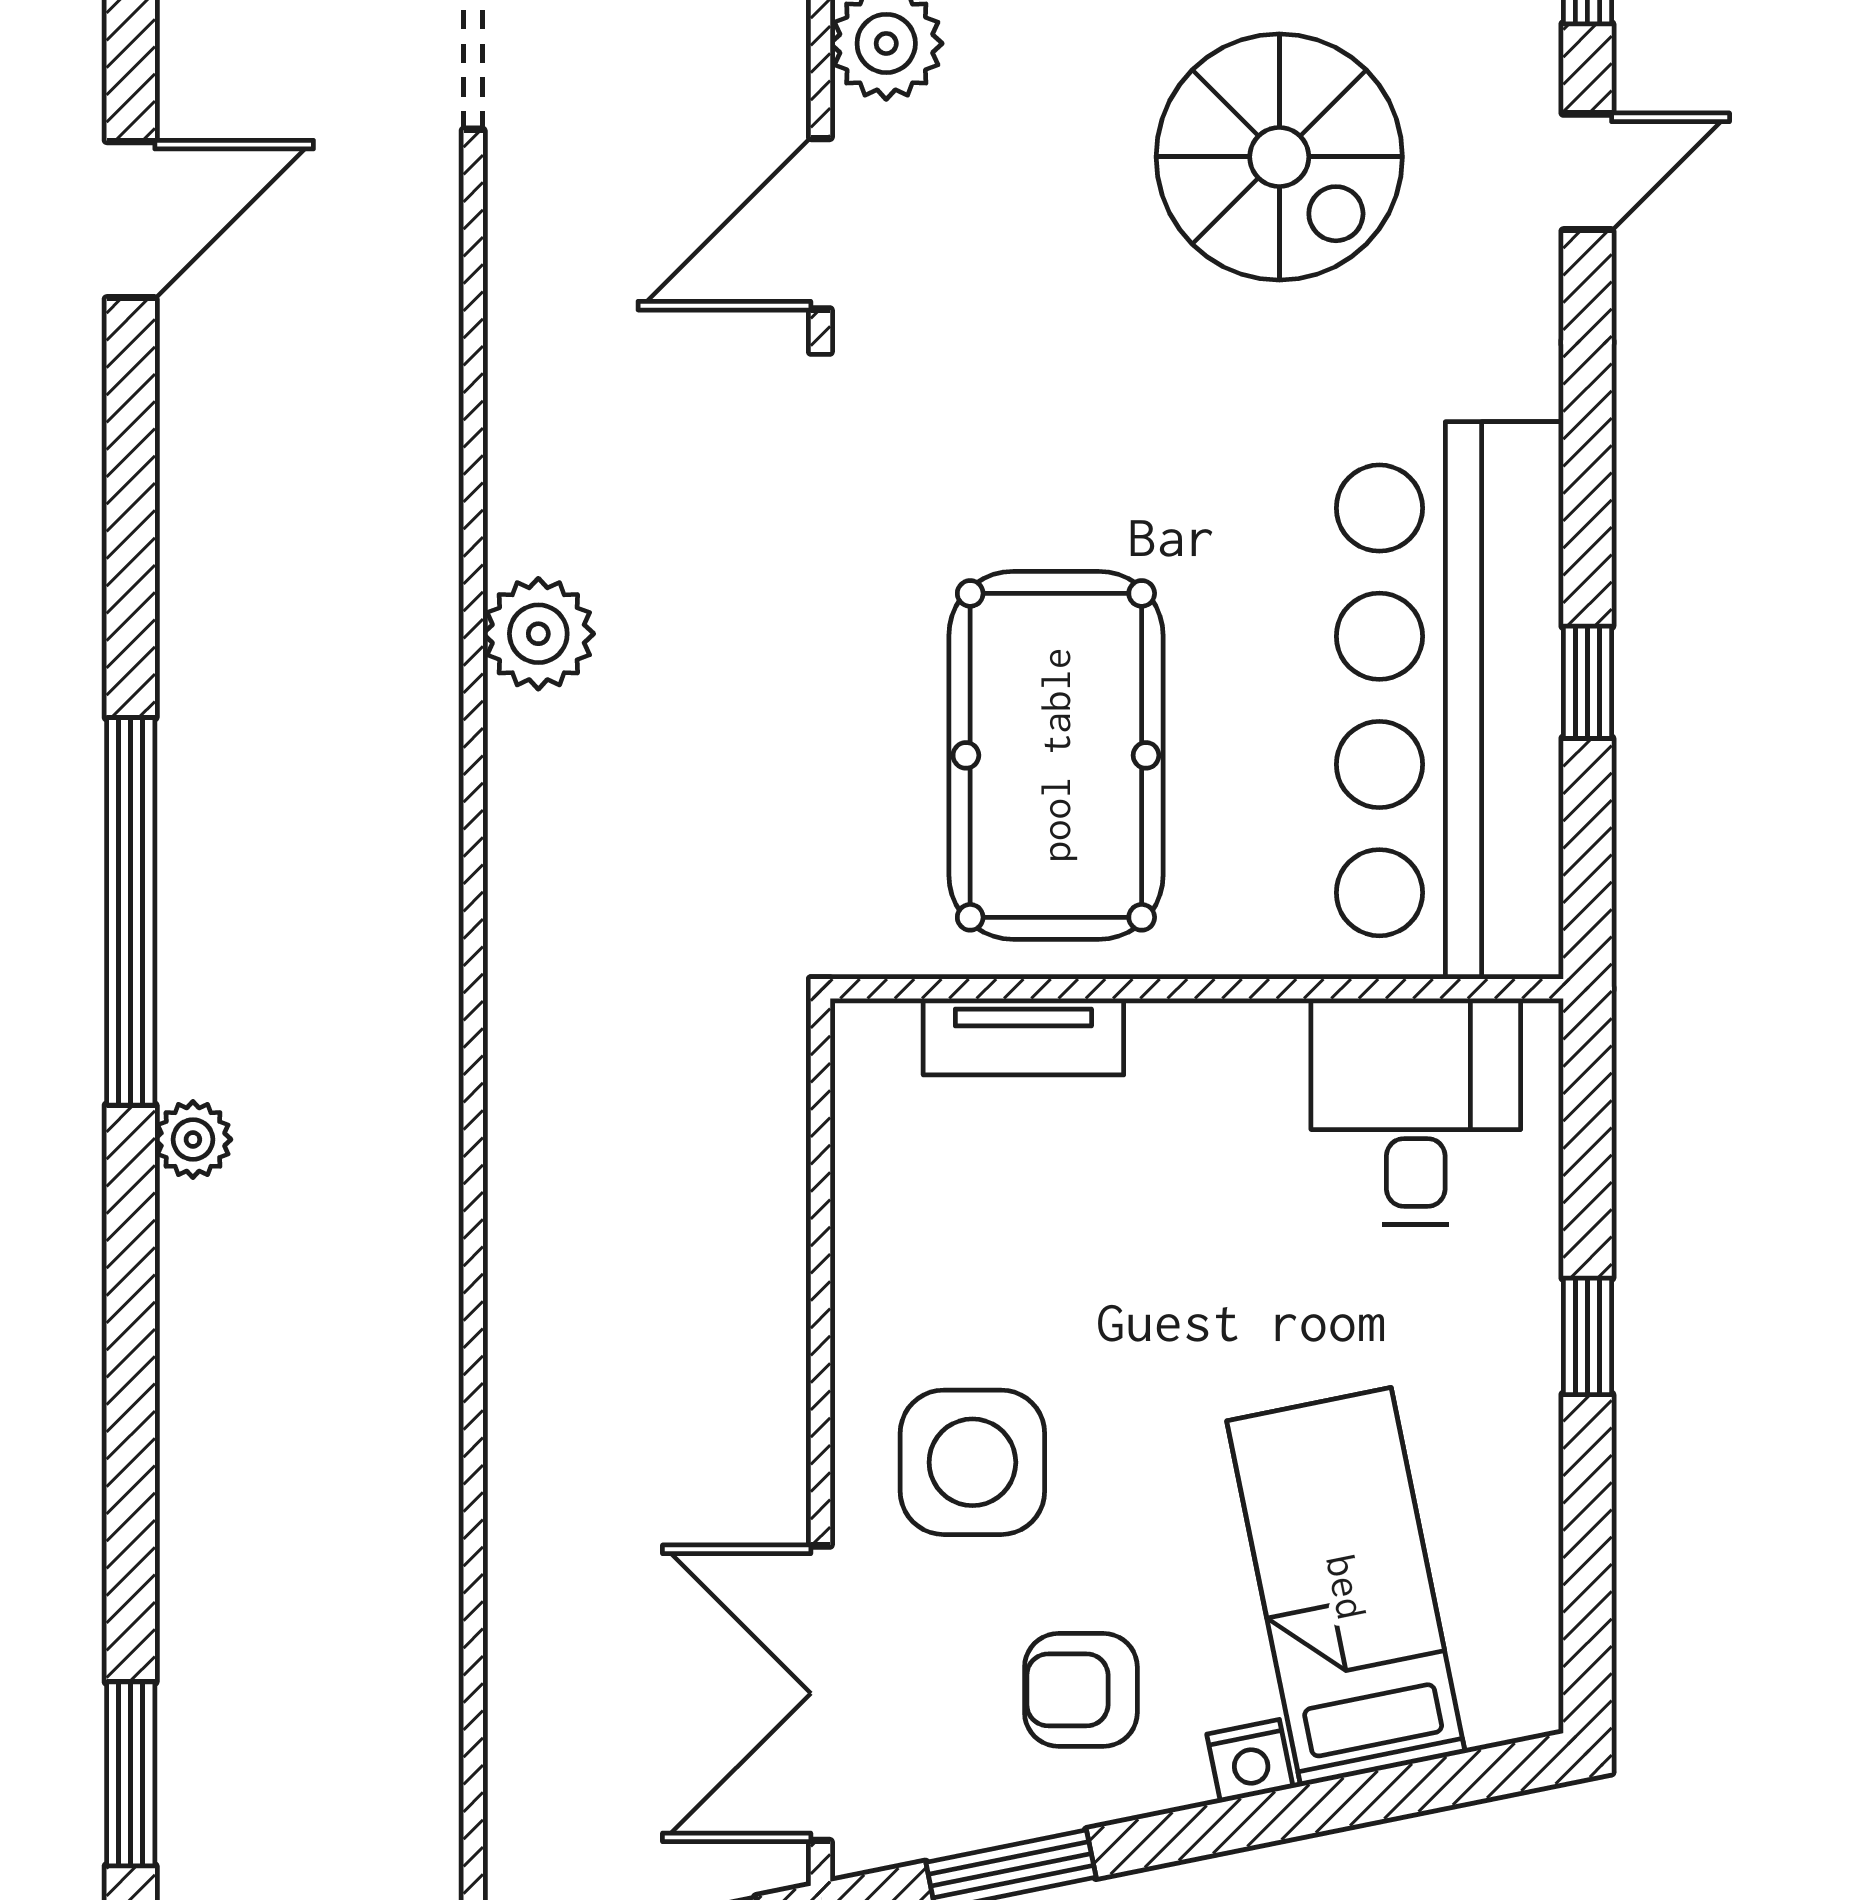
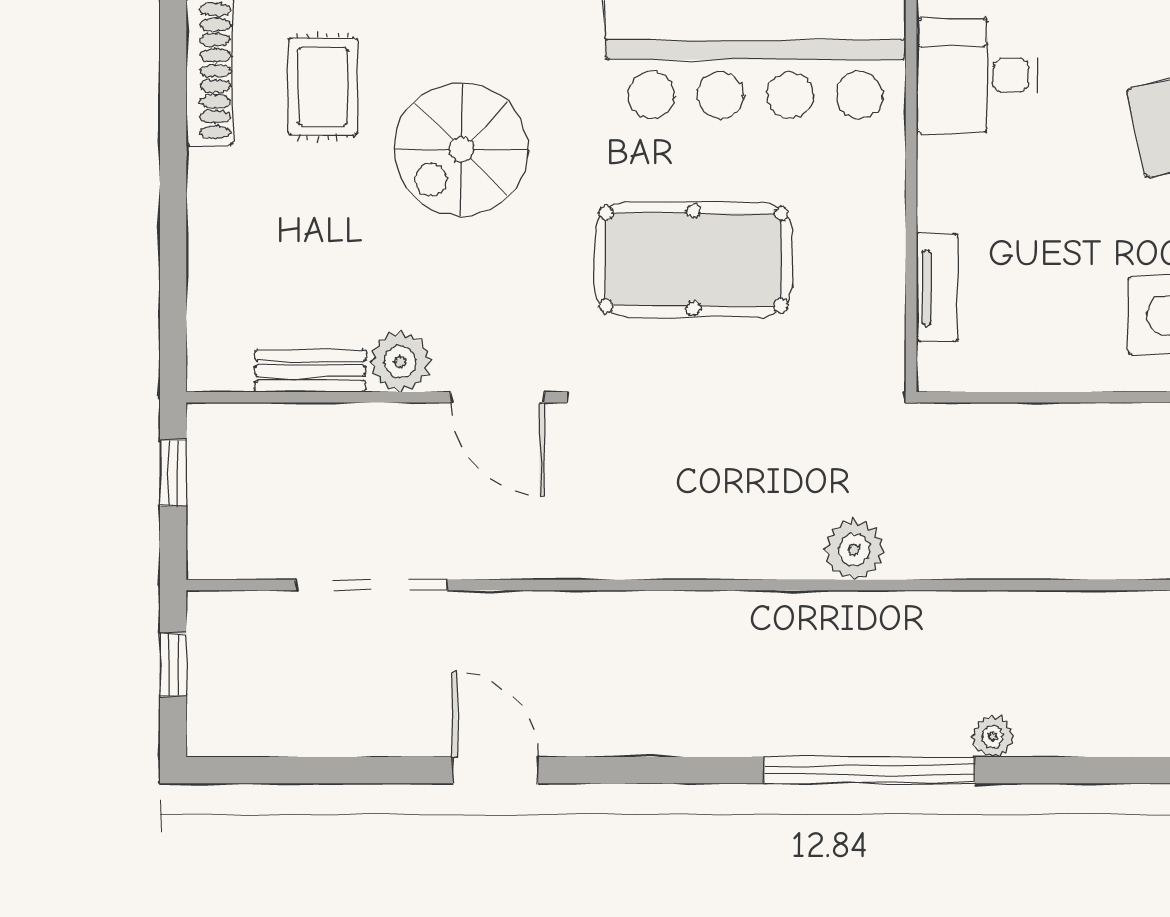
spiral stairs: (1279, 157) -> (462, 149), turned 180
plant: (538, 634) -> (854, 550), moved
pool table: (1056, 755) -> (693, 260), moved

